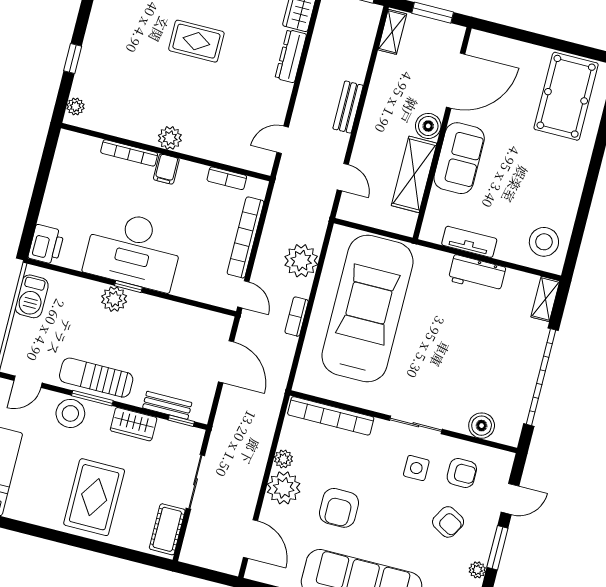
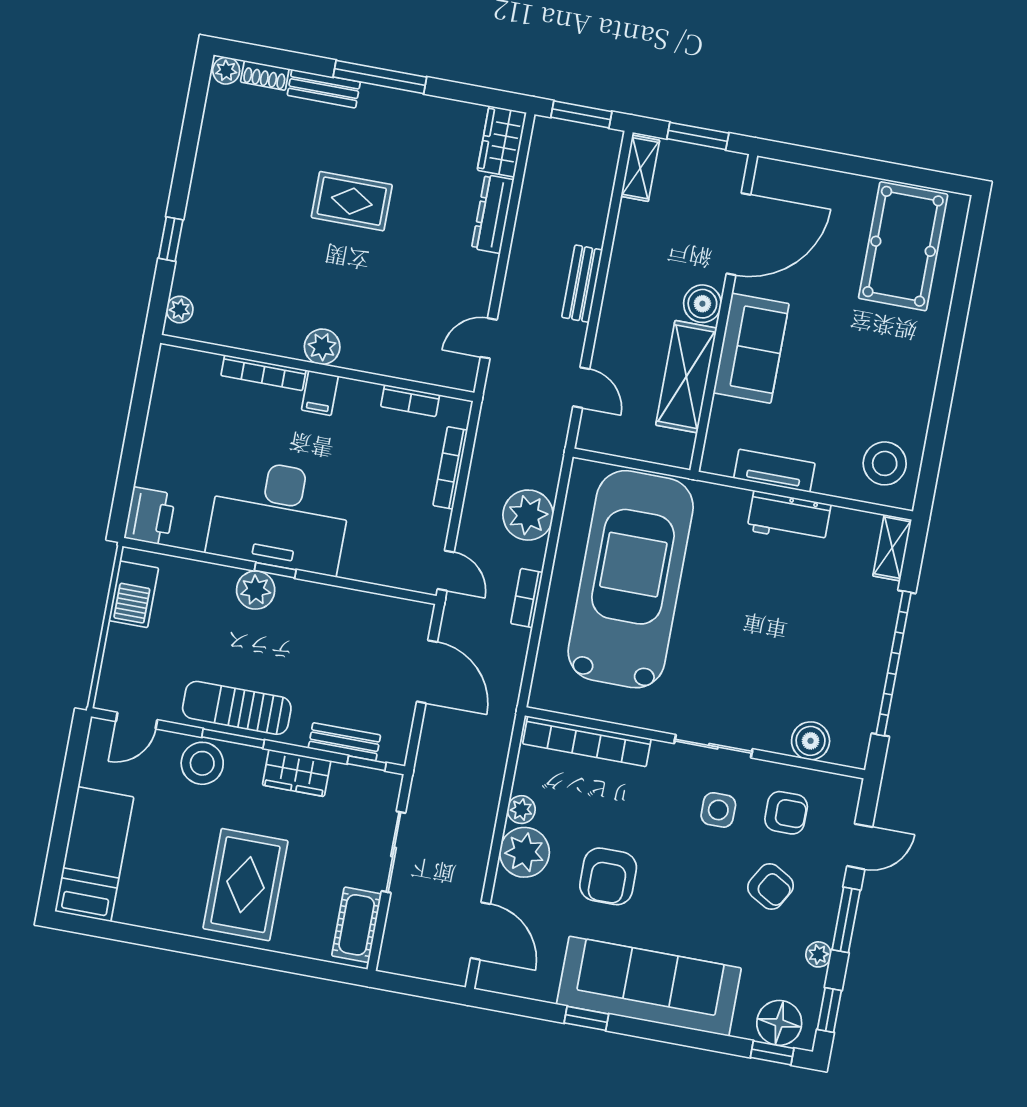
bookcase: (246, 237) -> (450, 468), width x0.68, depth x0.76

